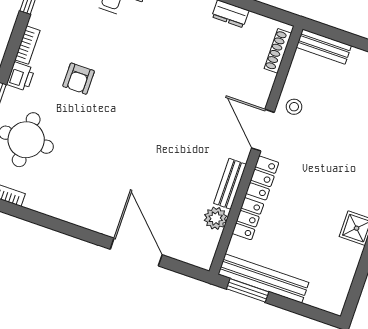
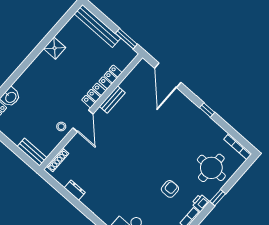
plant: (216, 218) -> (128, 84), removed
window: (71, 230) -> (207, 110), added
door: (136, 252) -> (168, 75), moved
bench: (263, 278) -> (97, 26), moved

